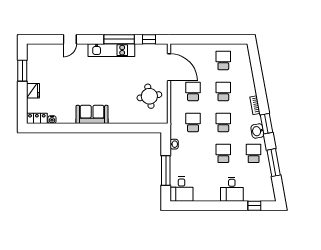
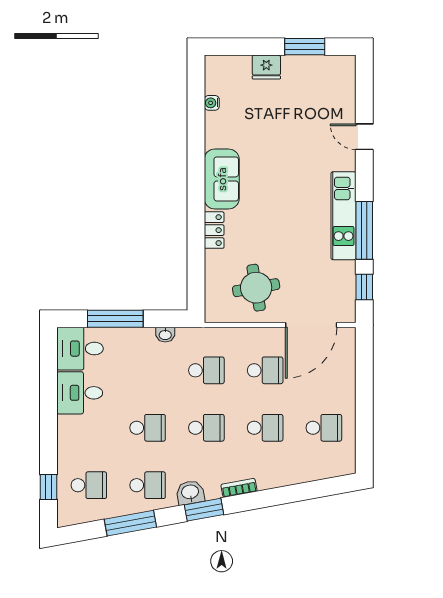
locker: (37, 118) -> (214, 230), moved
school desk: (254, 184) -> (89, 485), added
desk: (232, 189) -> (80, 393), moved

